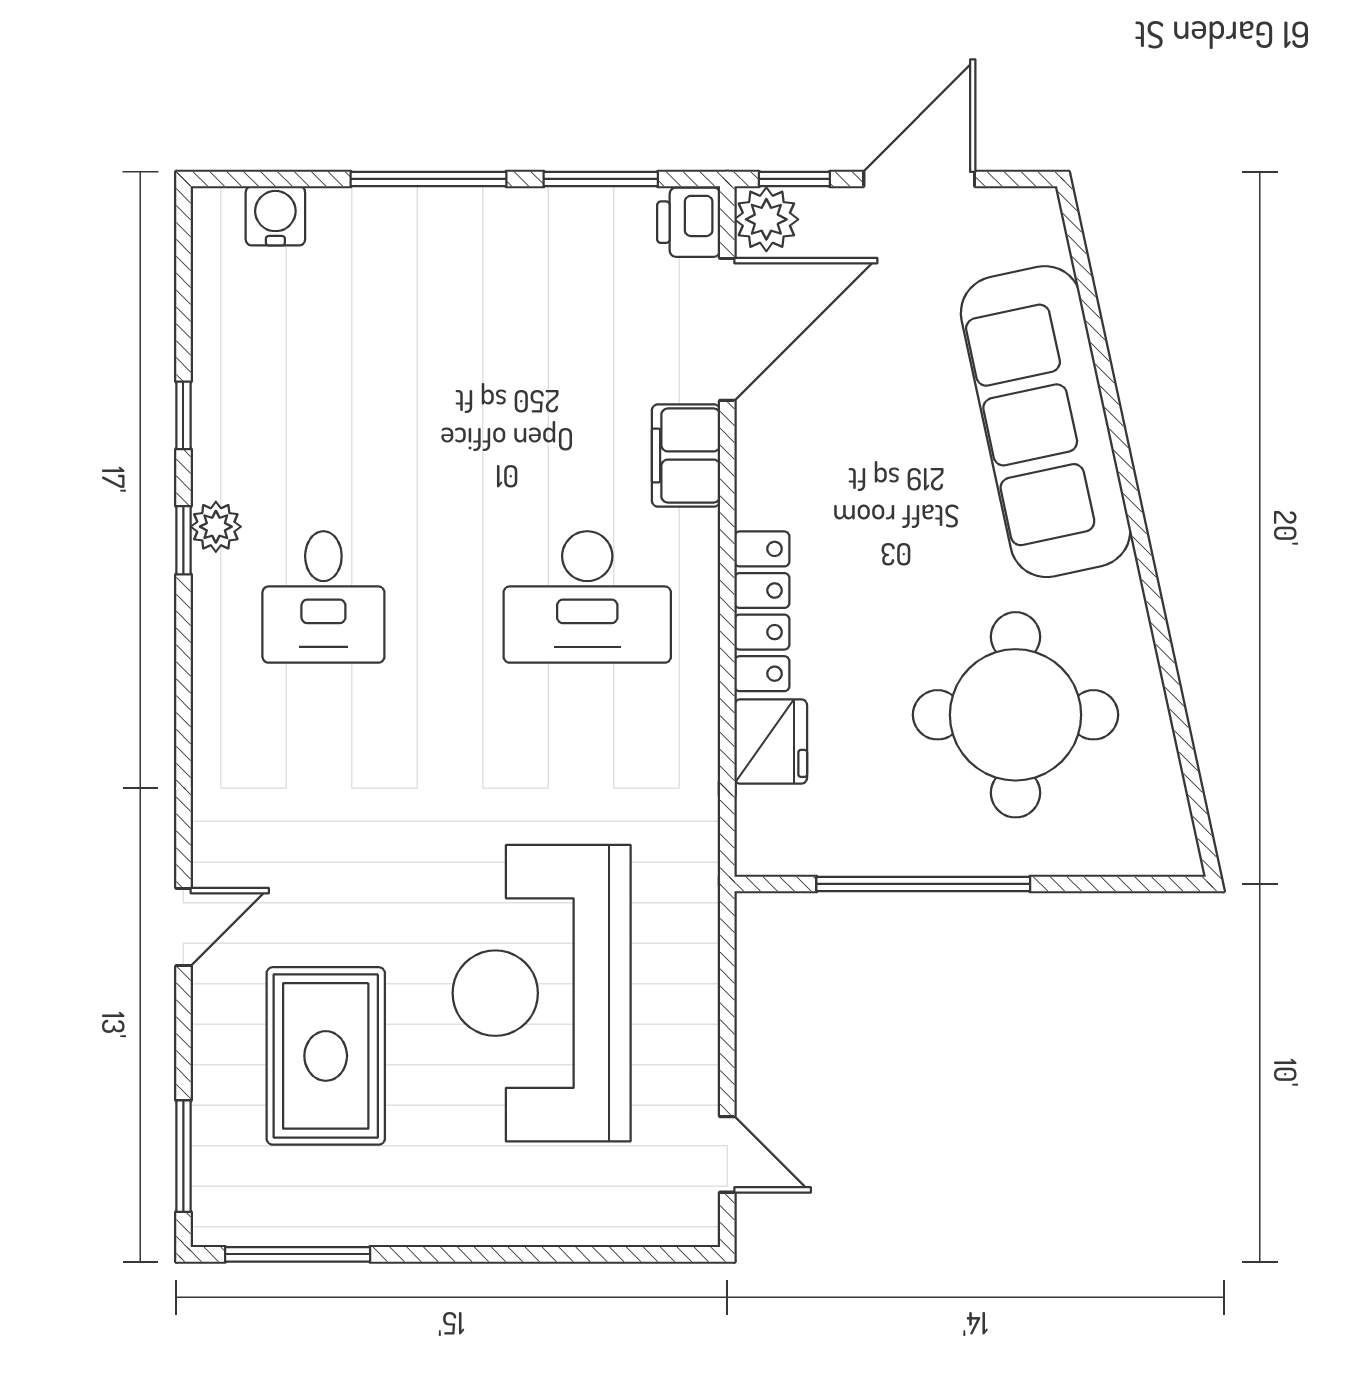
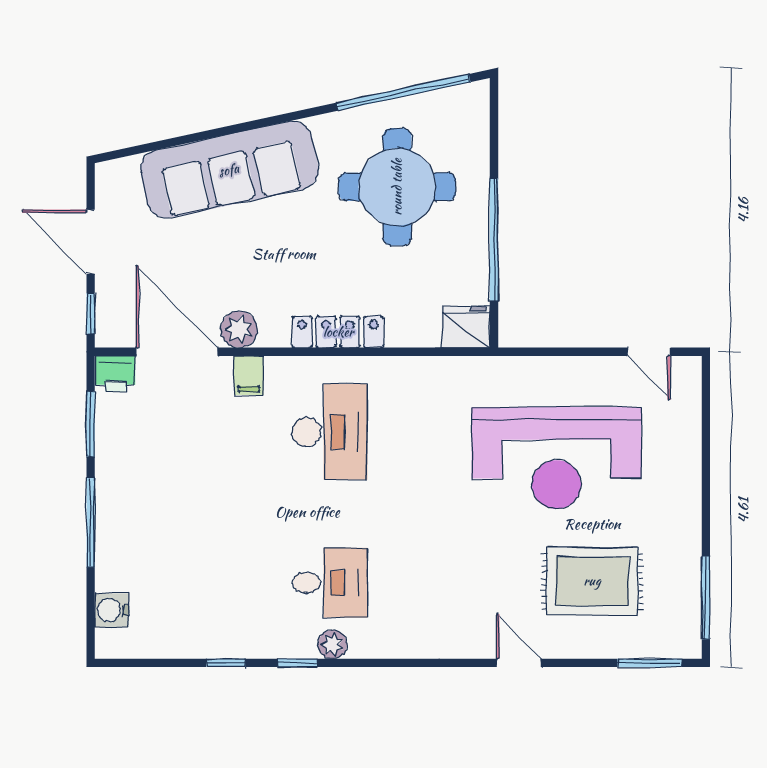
plant: (766, 219) -> (239, 329), moved
filing cabinet: (686, 455) -> (249, 375), width x0.50
plant: (216, 527) -> (332, 644), moved
window: (1181, 726) -> (403, 92), added
fridge: (771, 741) -> (466, 327), moved
door: (727, 1154) -> (649, 352), swing flipped

